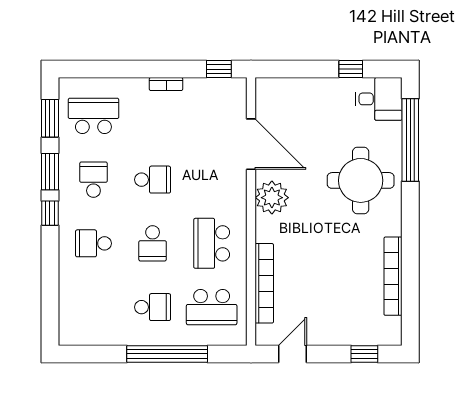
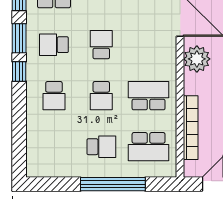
school desk: (93, 180) -> (54, 45), turned -90
school desk: (153, 180) -> (101, 45), turned -90
school desk: (93, 243) -> (54, 96), turned -90
school desk: (212, 243) -> (149, 96), turned 90

